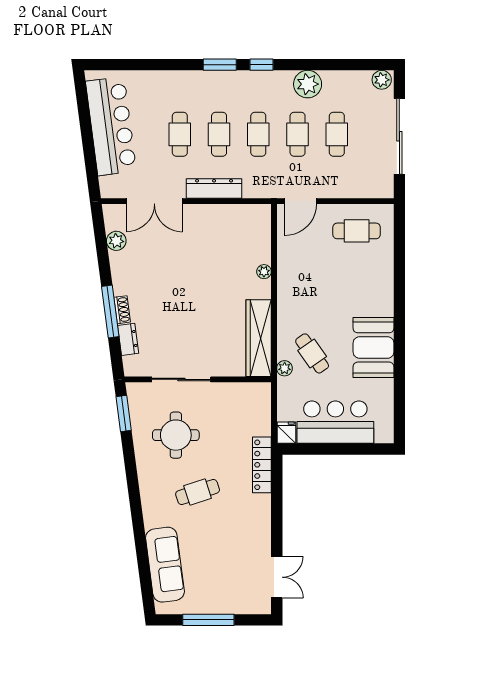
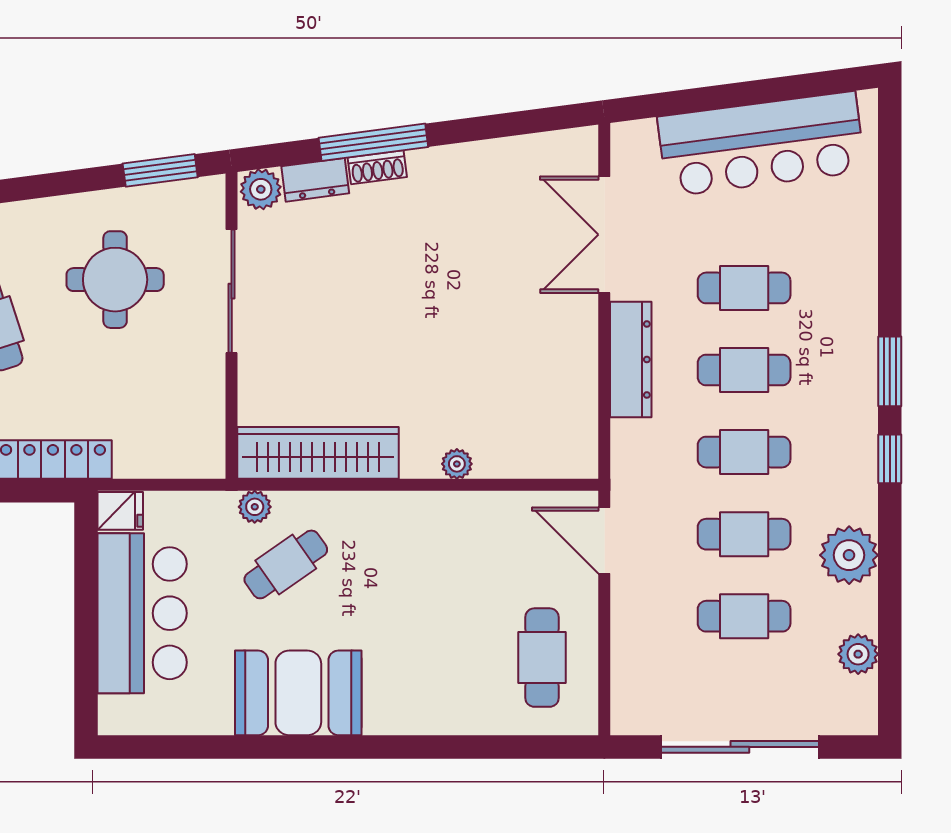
plant: (382, 80) -> (858, 654), moved
plant: (116, 241) -> (261, 189), moved

